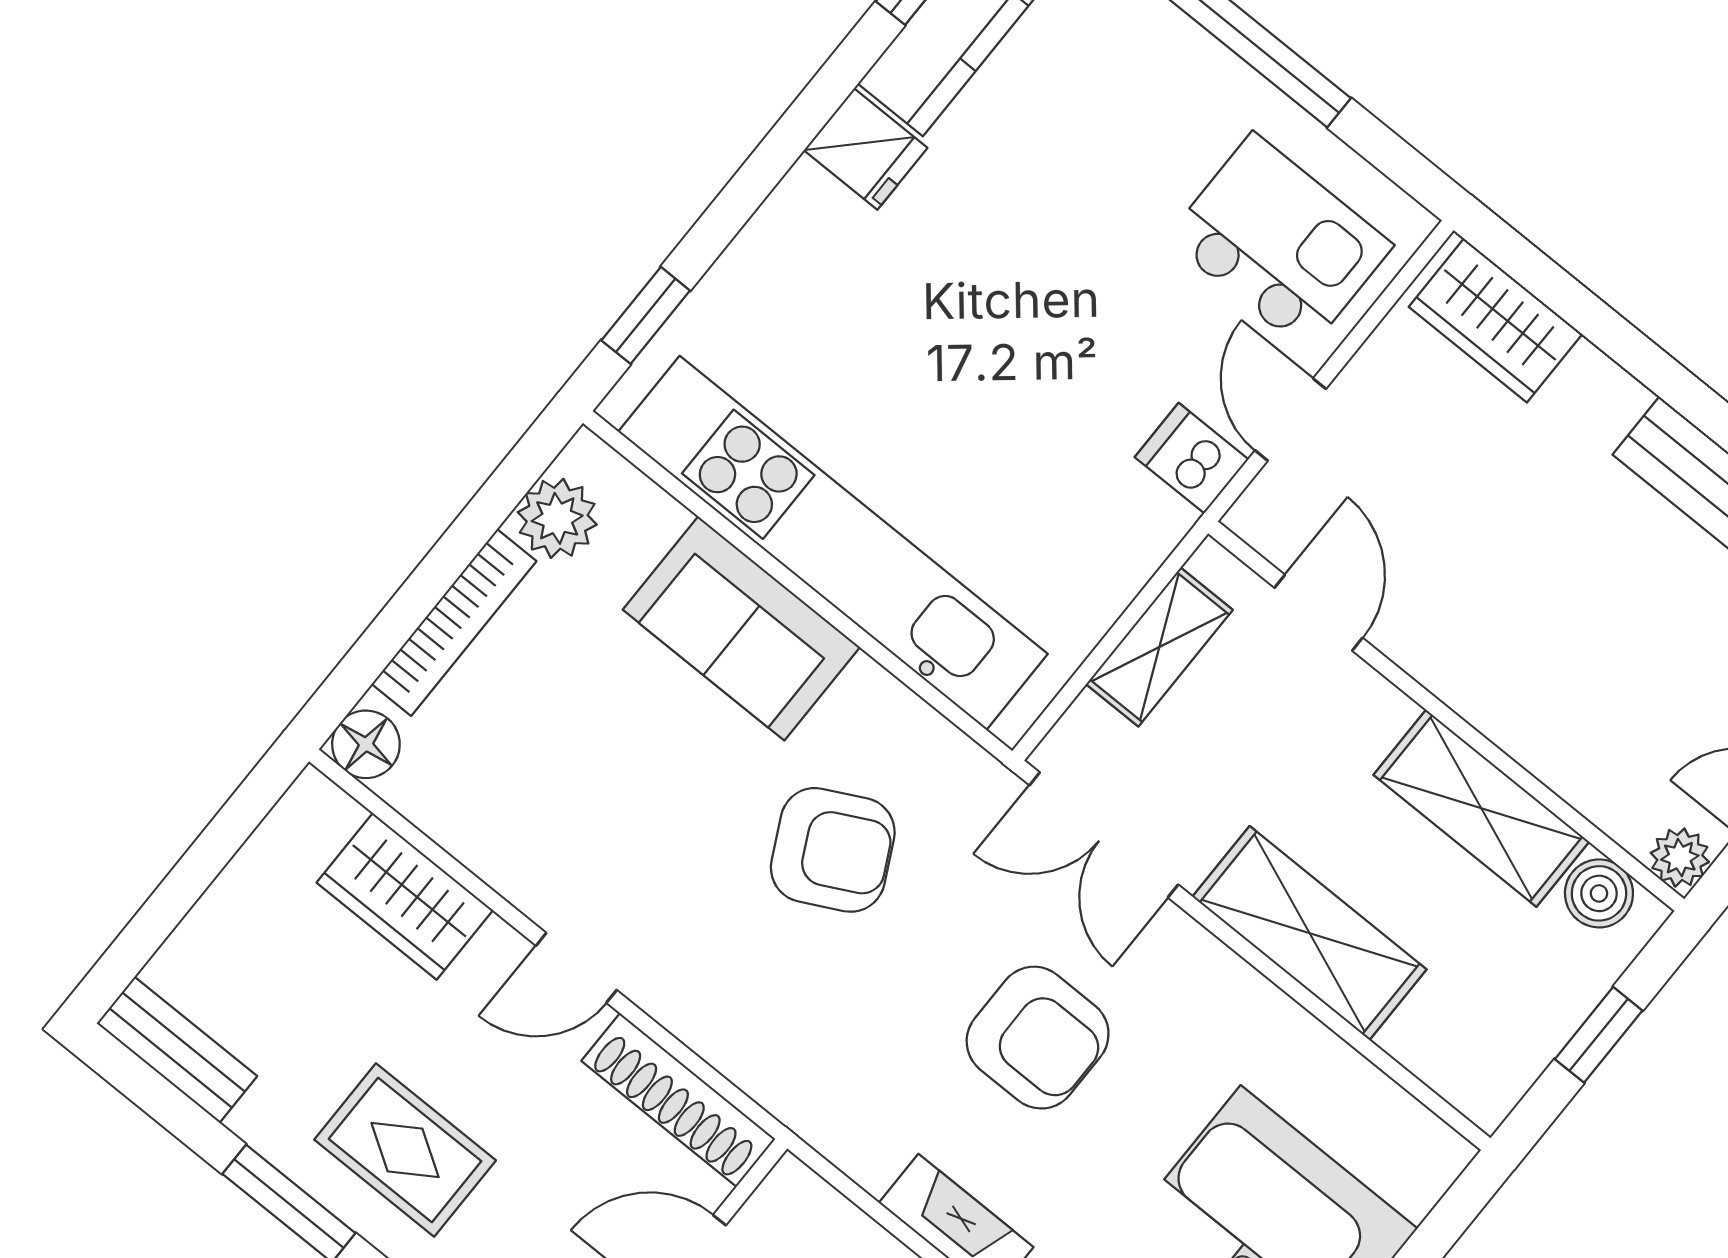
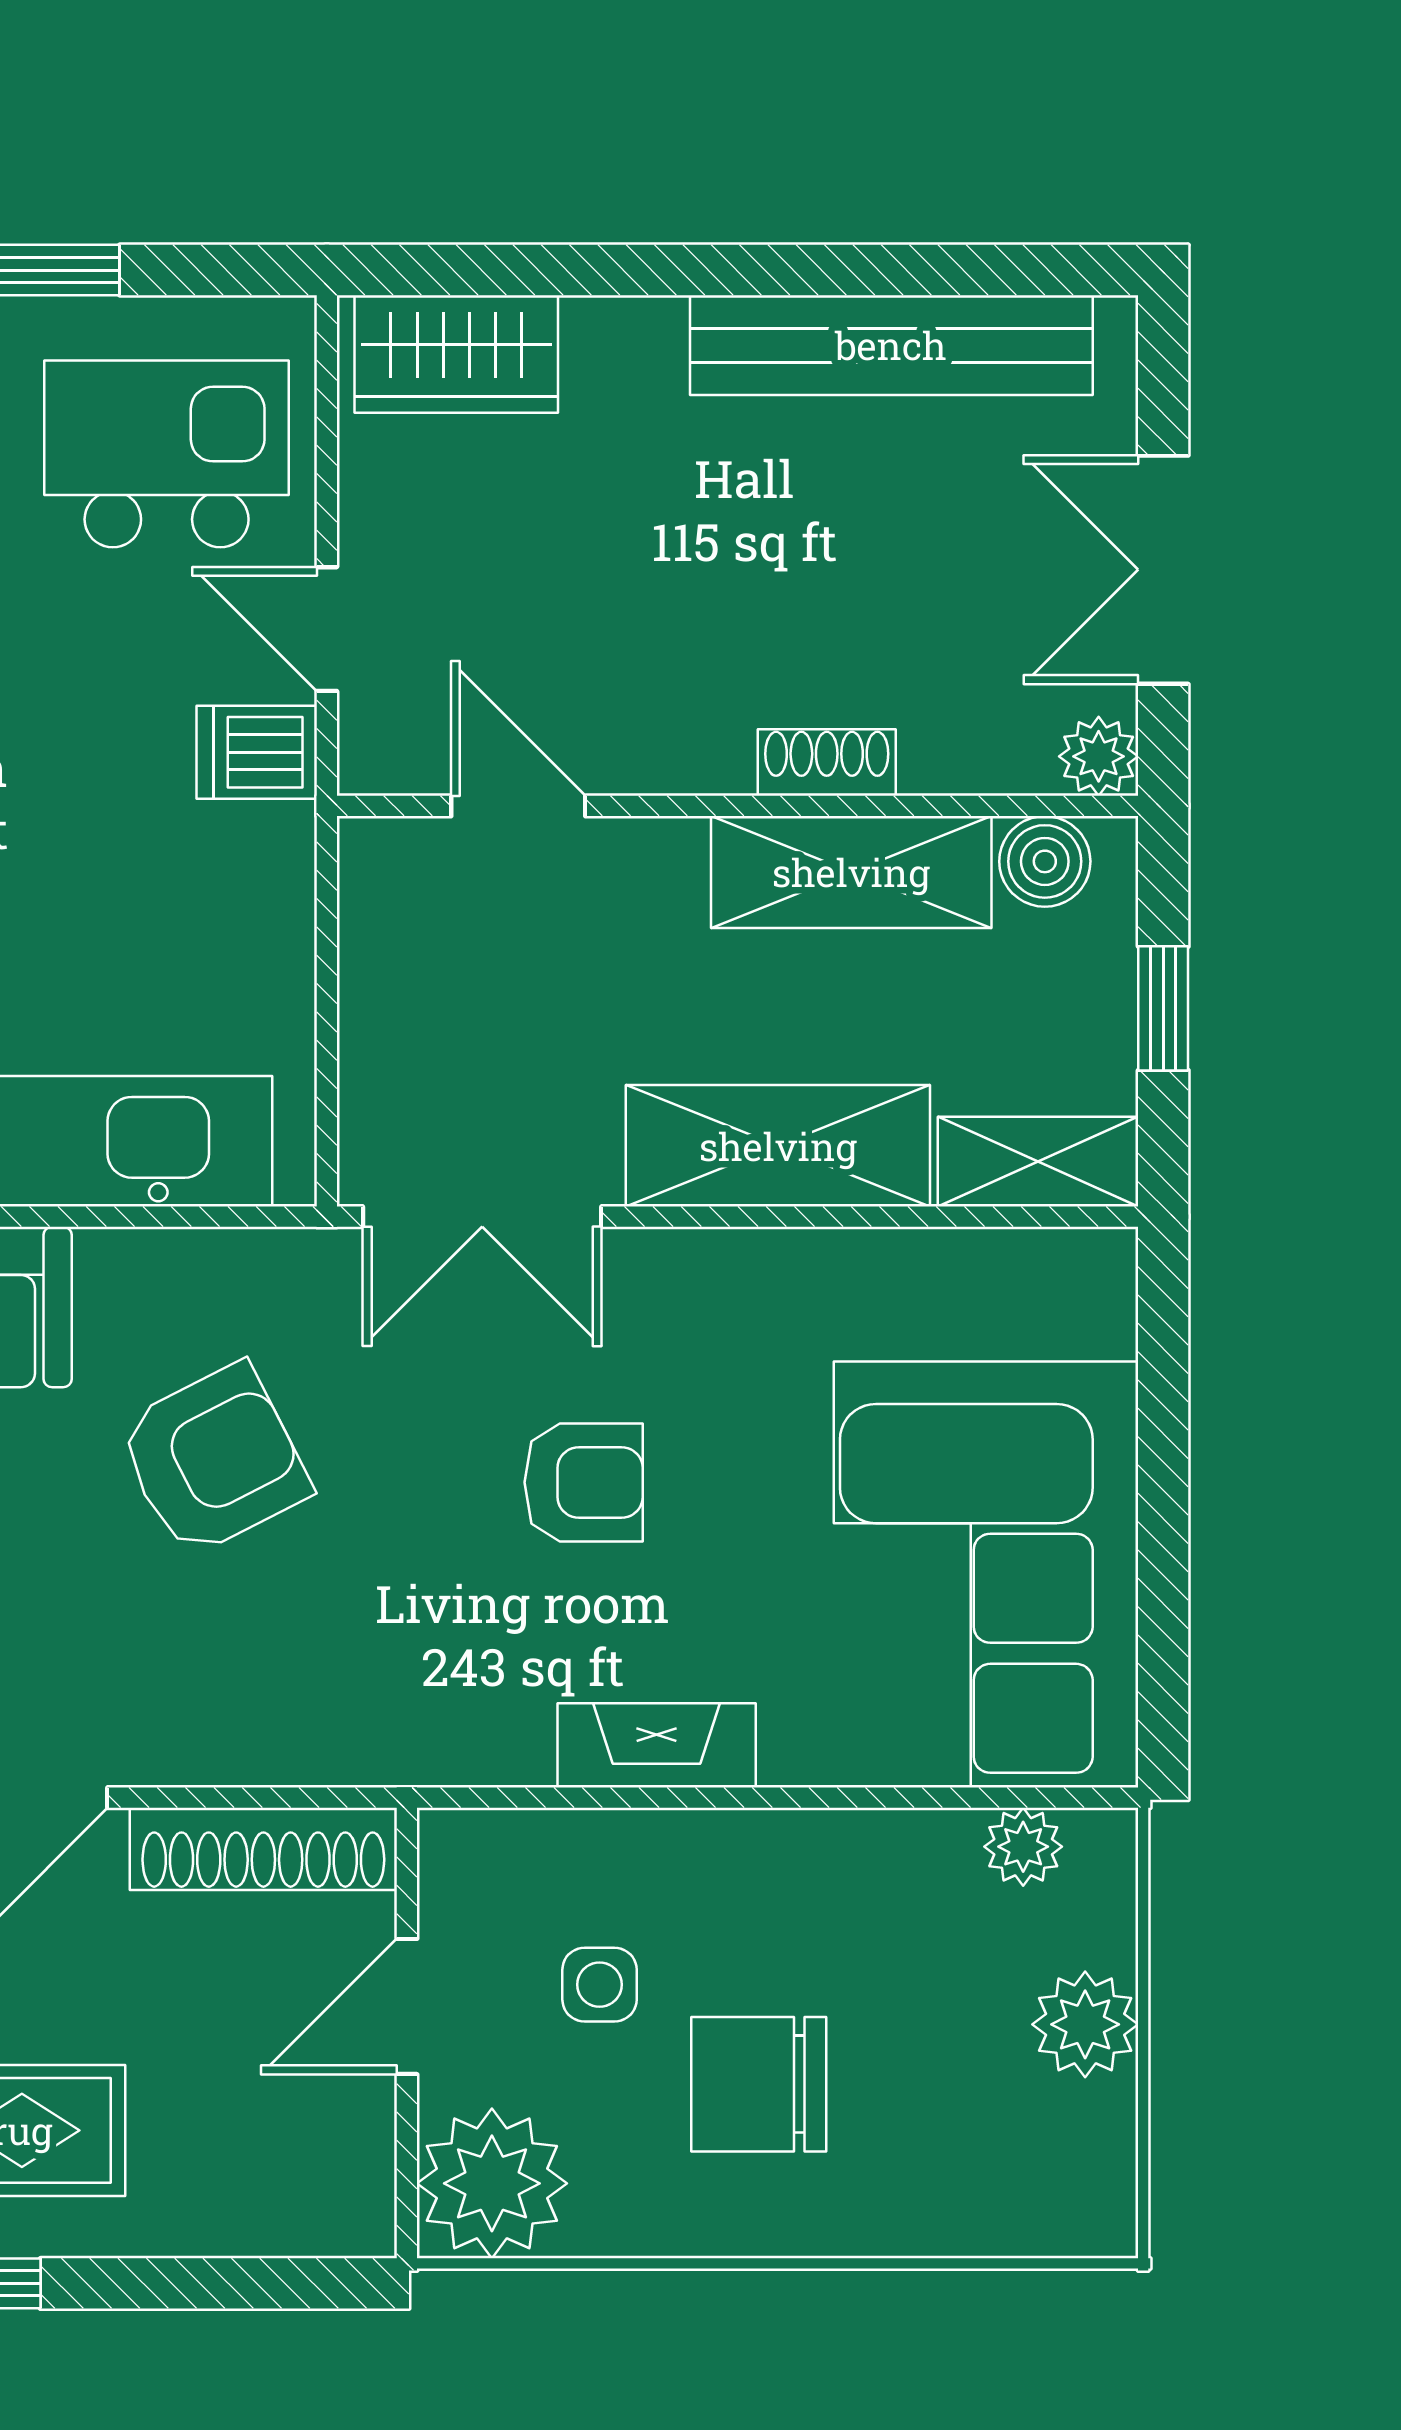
shelving: (1159, 647) -> (1038, 1162), moved, turned 90
shoe rack: (1519, 733) -> (827, 762), added
armchair: (1038, 1038) -> (584, 1482), width x0.72, depth x0.72

